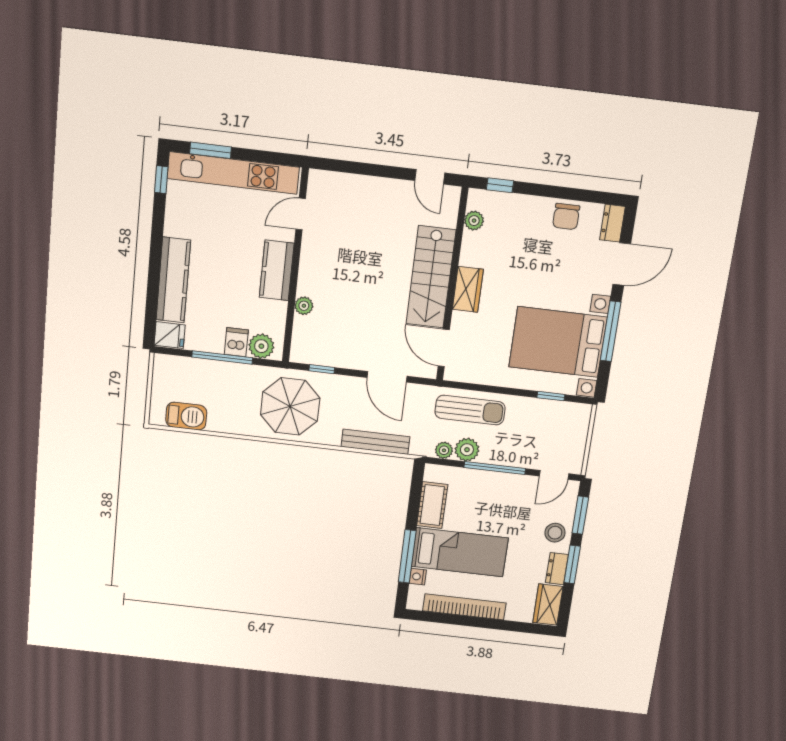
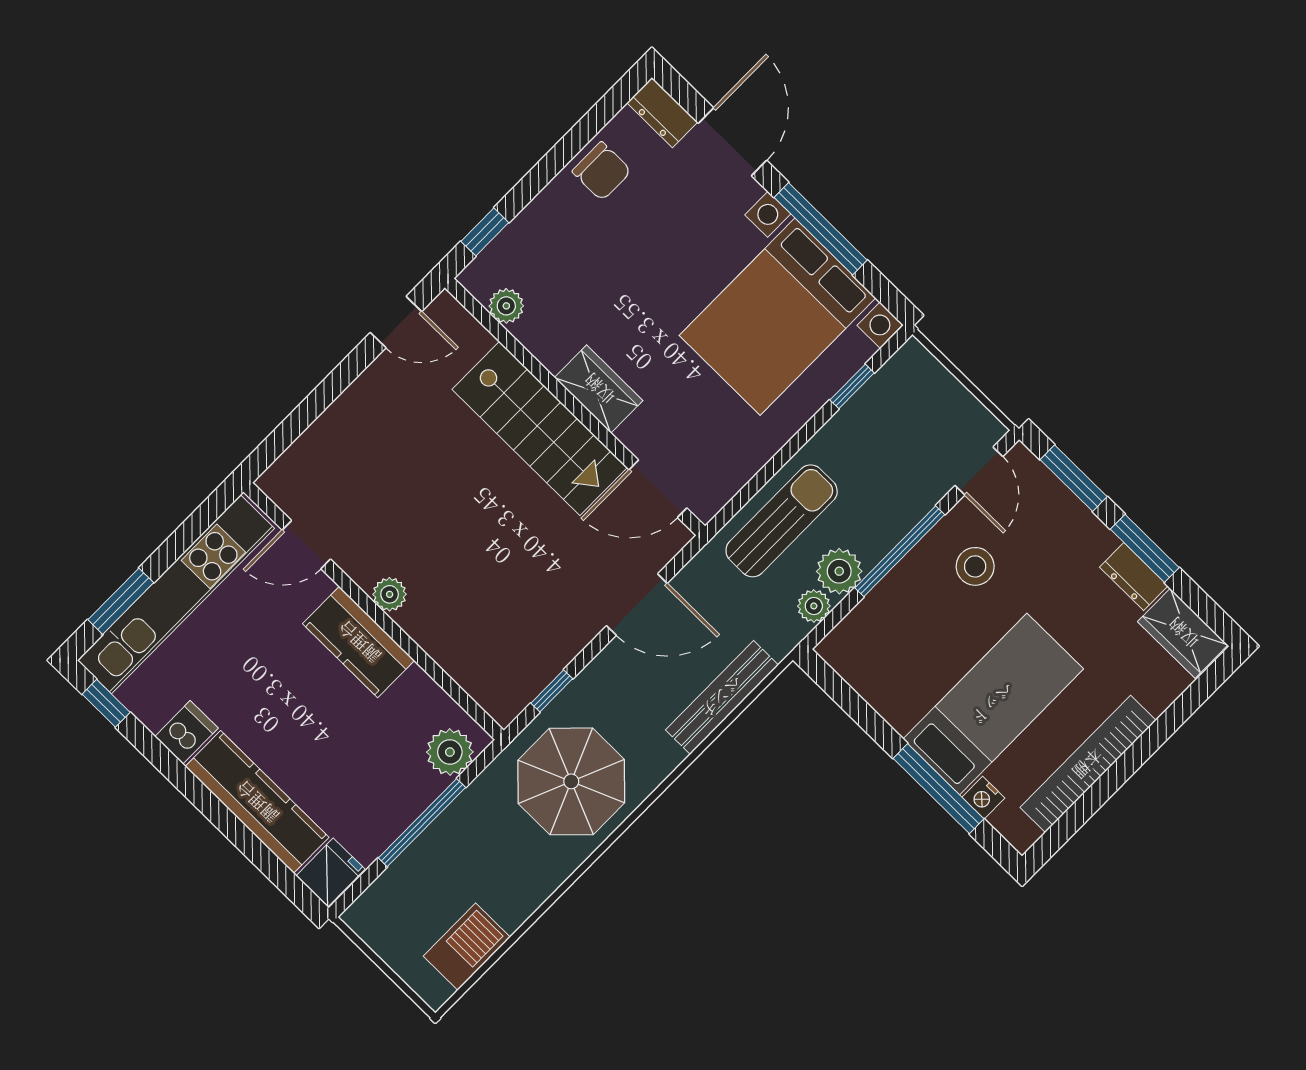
door: (301, 214) -> (306, 545), hinge flipped
plant: (304, 306) -> (390, 594), moved
dishwasher: (236, 342) -> (186, 732), moved, turned 90
cot: (432, 505) -> (886, 688), removed
stool: (555, 533) -> (975, 566), moved

